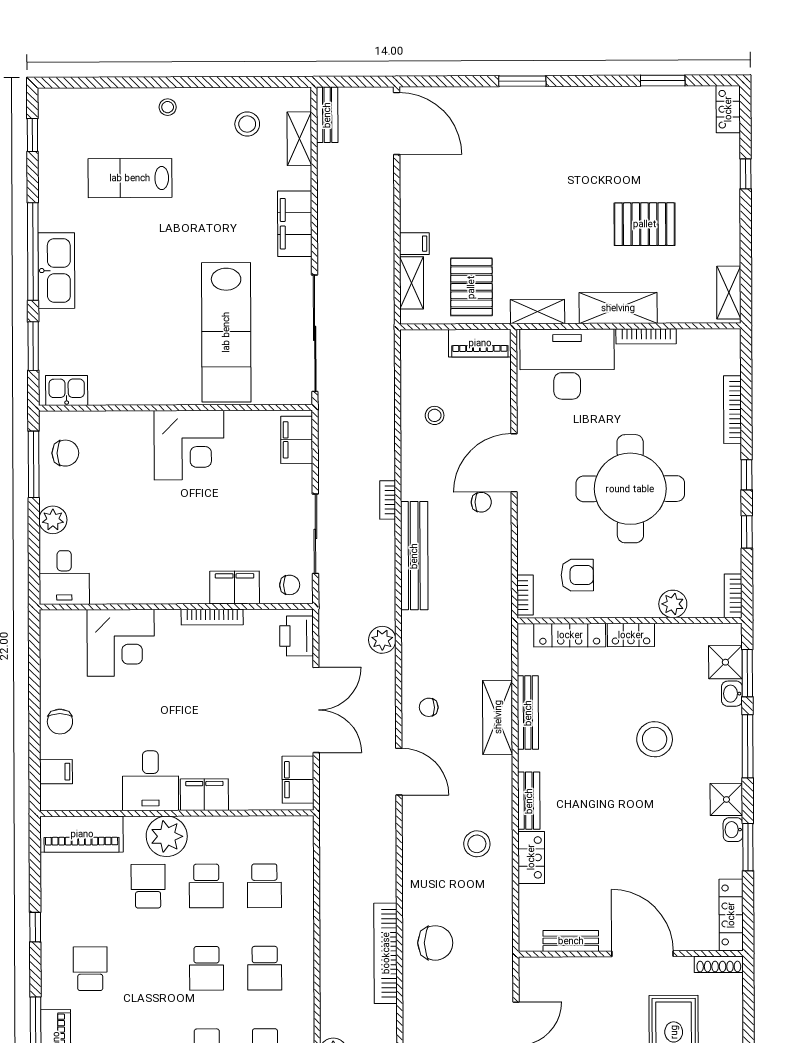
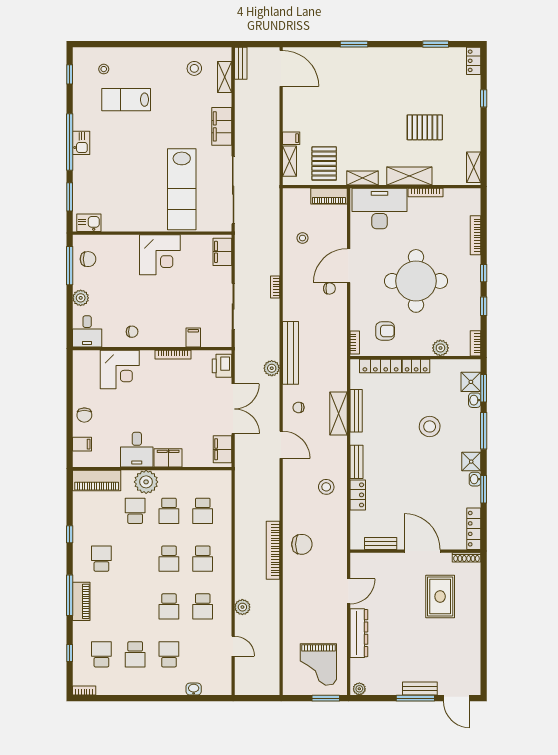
stool: (168, 107) -> (104, 69), moved
kitchen sink: (56, 271) -> (81, 143), width x0.53, depth x0.81
bench: (414, 556) -> (290, 353), moved
chair: (290, 585) -> (132, 332), moved
filing cabinet: (235, 587) -> (193, 337), width x0.50

